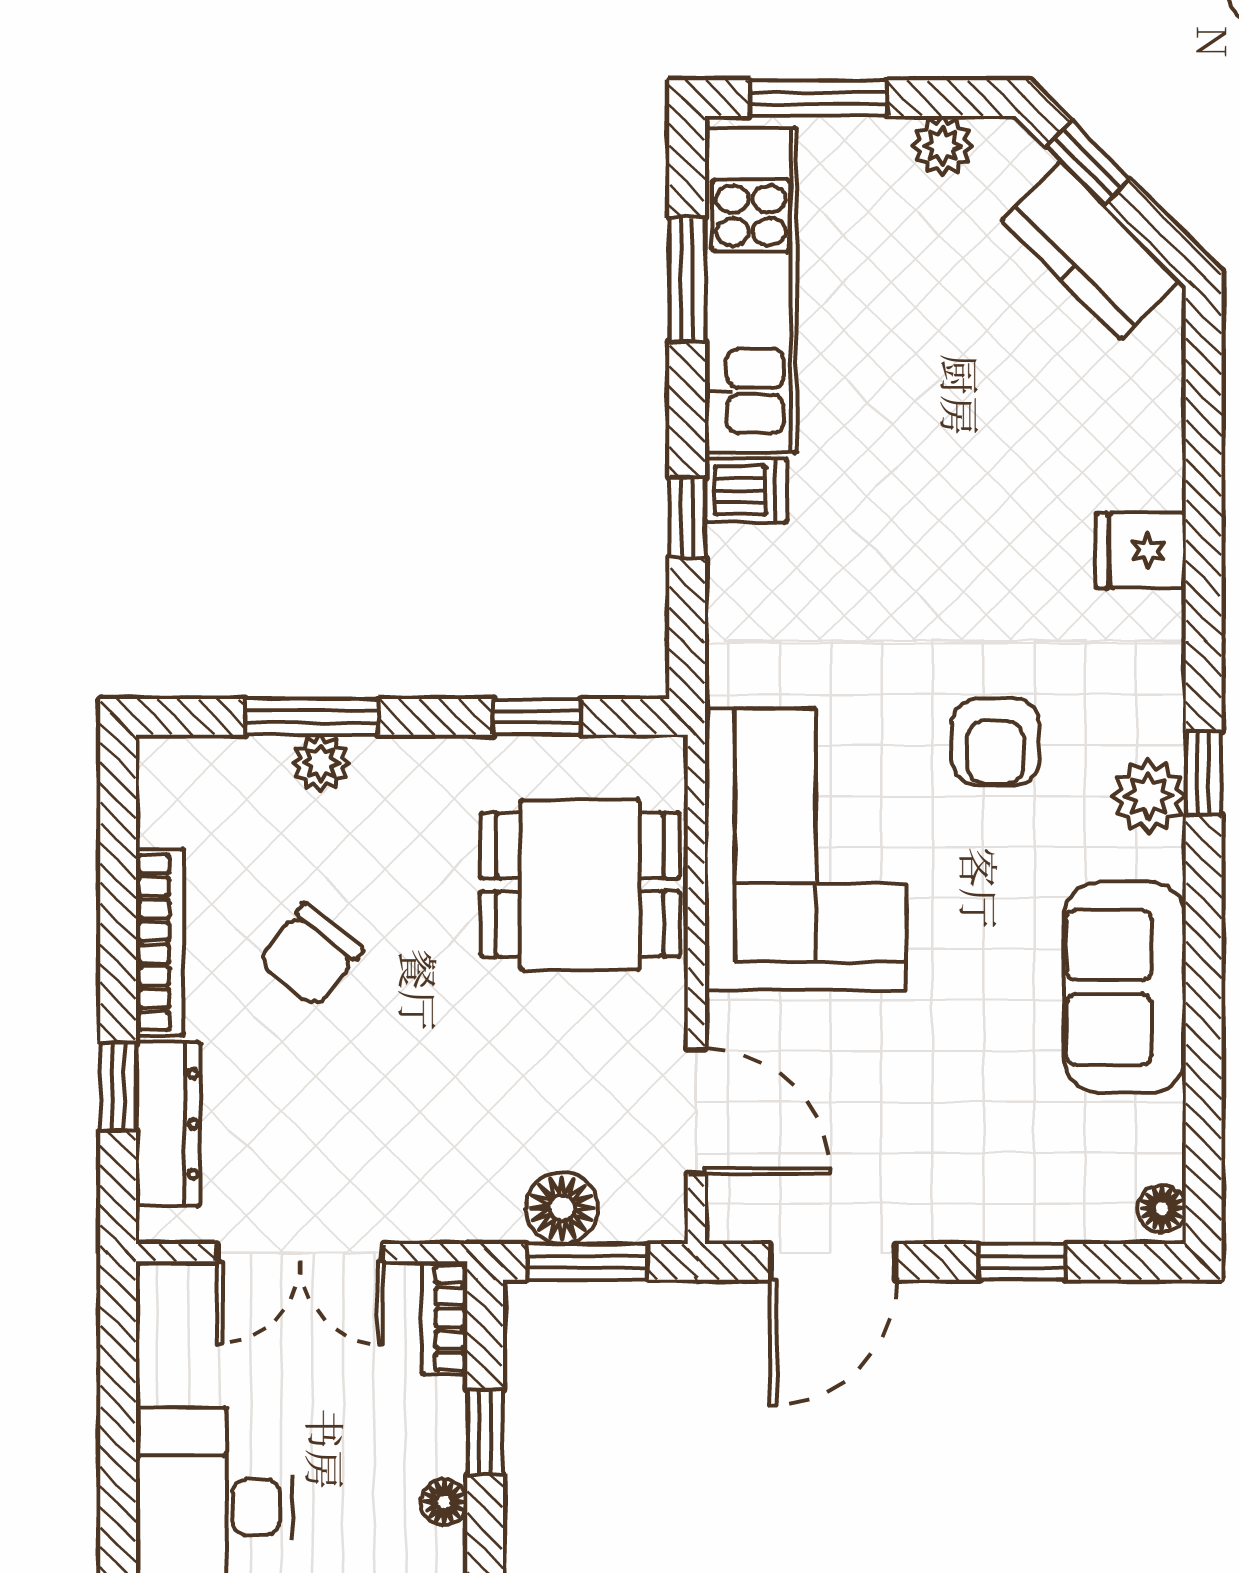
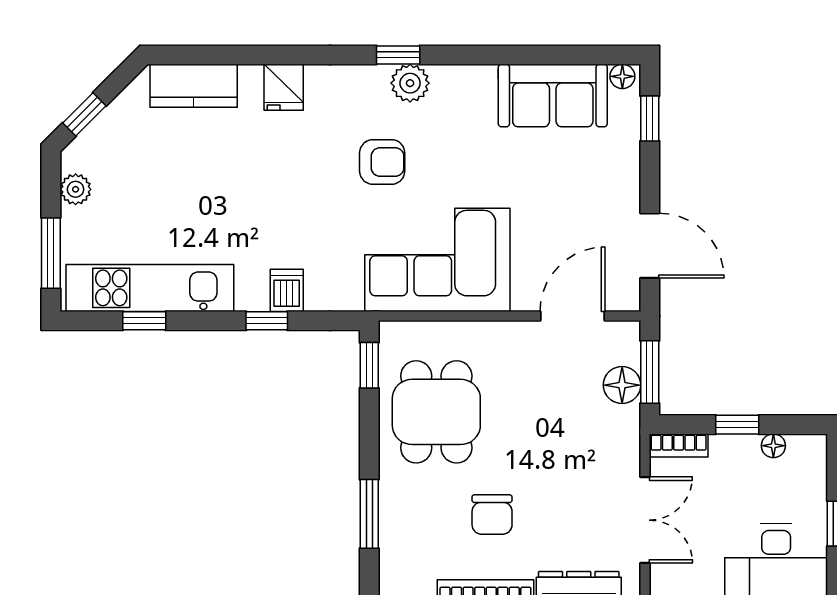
kitchen counter: (1090, 250) -> (194, 86), moved, turned 45
window: (687, 280) -> (144, 321), width x0.67
dishwasher: (746, 491) -> (287, 290), moved
window: (537, 717) -> (369, 365), moved
plant: (321, 763) -> (393, 509), removed
dining table: (580, 885) -> (436, 412), moved
chair: (310, 955) -> (492, 515), turned 51
sofa: (1125, 987) -> (553, 95), moved
window: (1023, 1262) -> (650, 118), moved

